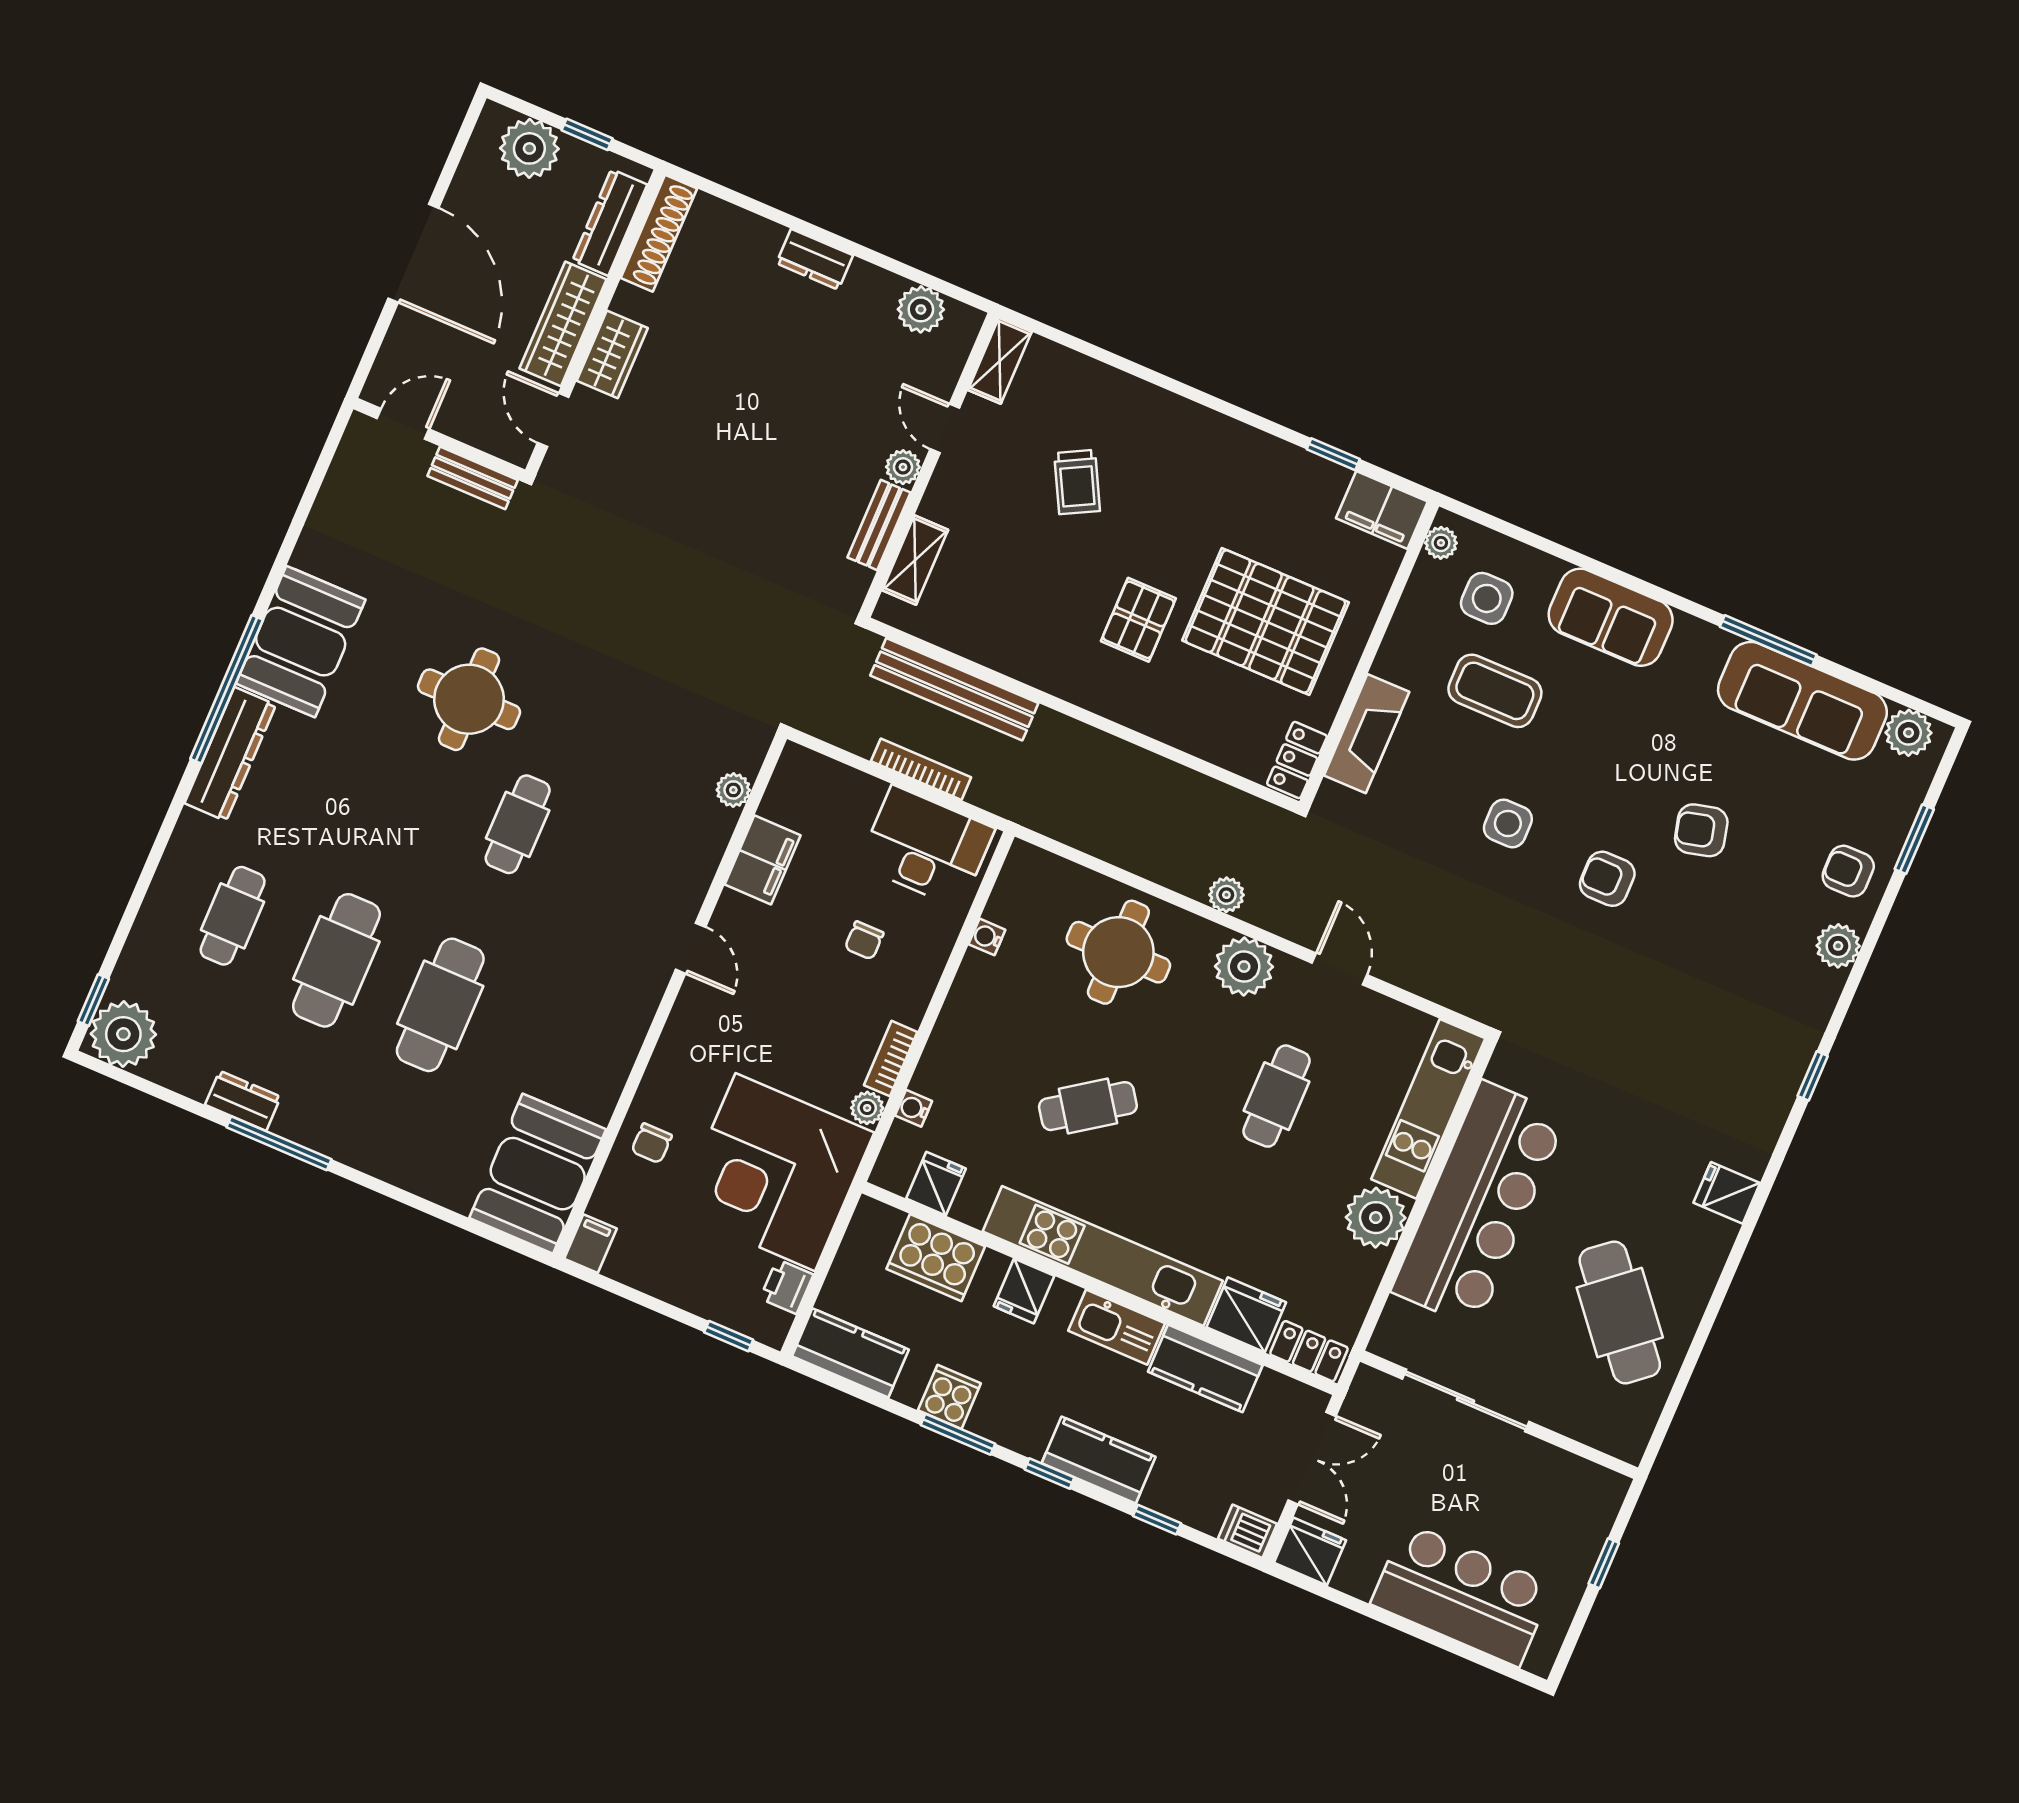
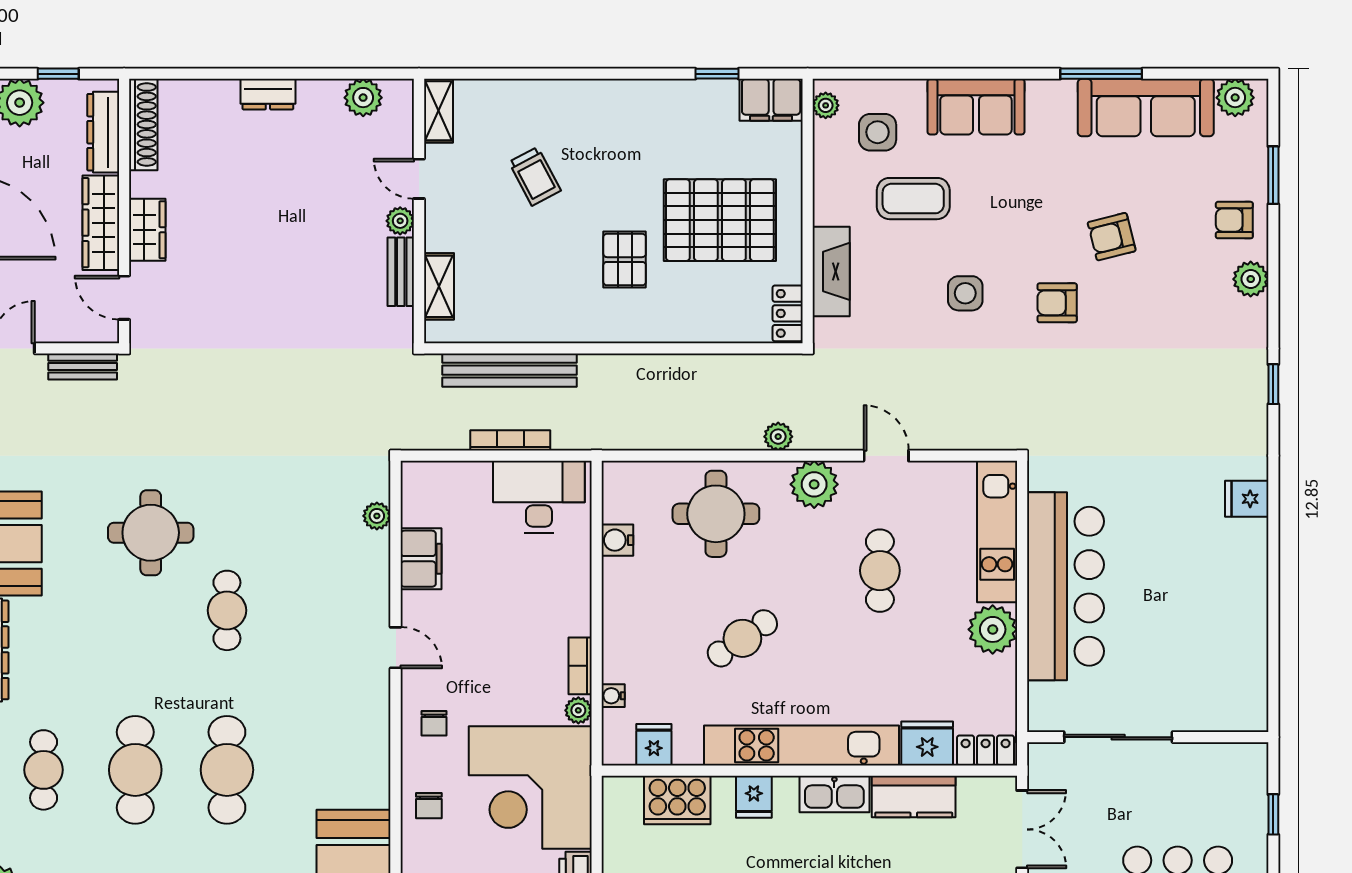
water cooler: (987, 937) -> (617, 540), width x1.38, depth x1.38
chair: (864, 940) -> (434, 723), moved
cafe table: (1620, 1312) -> (1205, 622), removed

